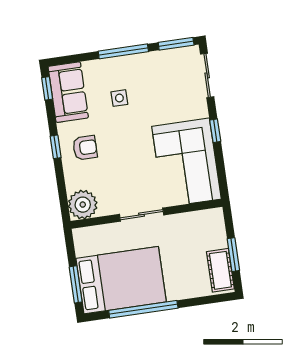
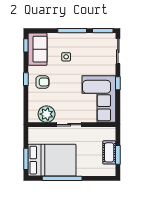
plant: (83, 205) -> (47, 114), moved
cot: (220, 270) -> (109, 152), moved

